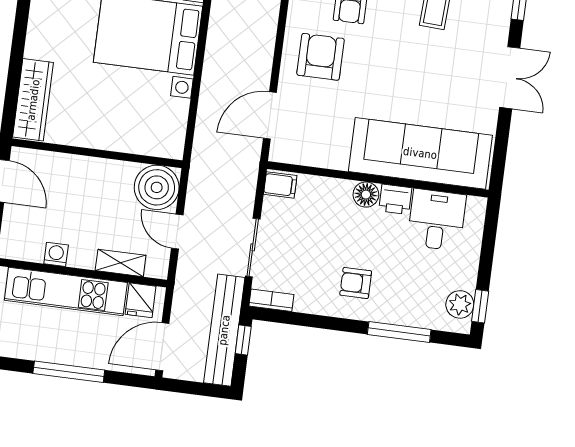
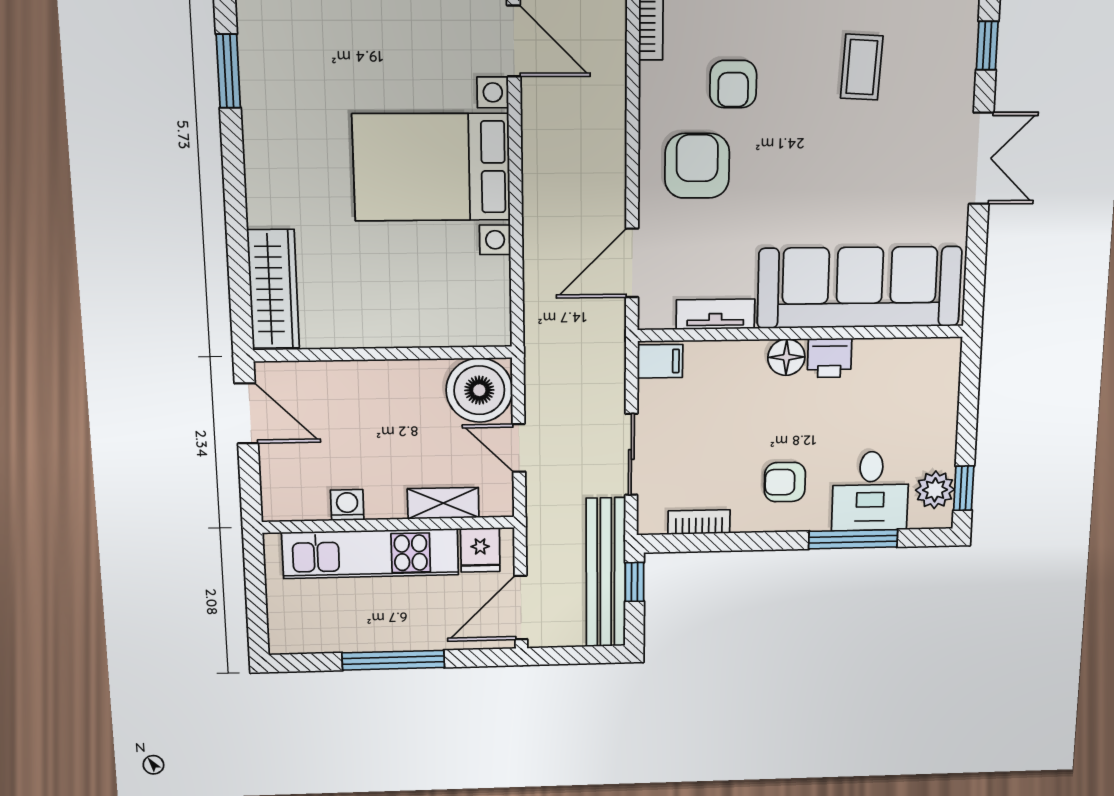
tv unit: (321, 158) -> (715, 314), added
desk: (437, 220) -> (870, 491), moved, turned 180
bookcase: (271, 300) -> (699, 522), moved

